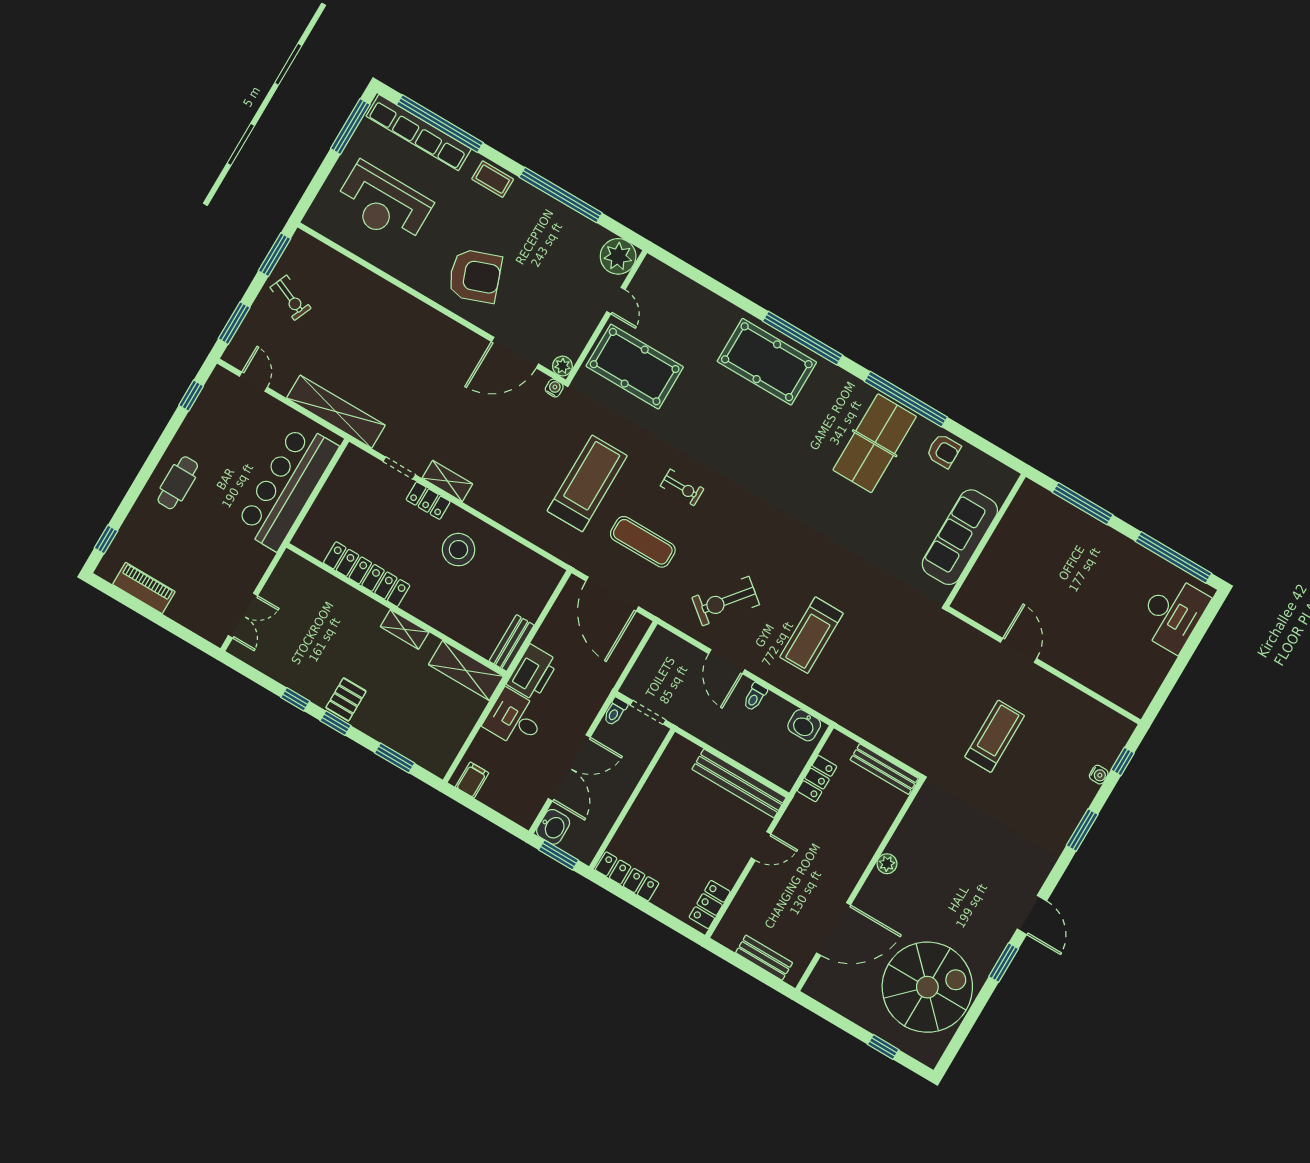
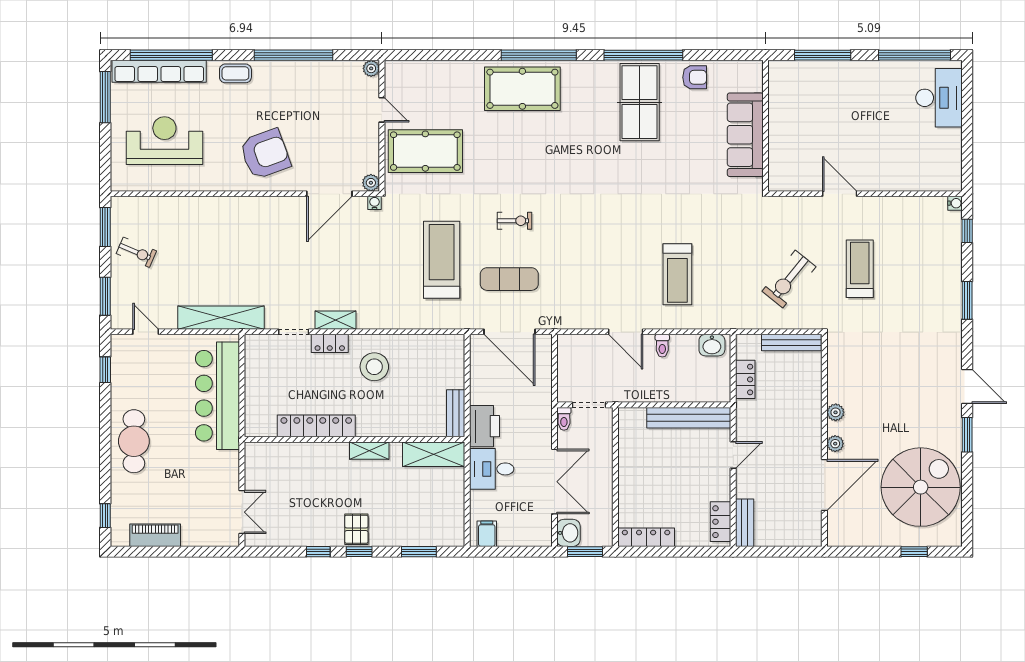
reception desk: (383, 204) -> (164, 141), turned 180
plant: (618, 256) -> (371, 68), width x0.53, depth x0.53
cafe table: (178, 483) -> (134, 441), width x1.37, depth x1.35
exercise bike: (726, 601) -> (789, 279), moved
water cooler: (1099, 775) -> (955, 203), moved
plant: (868, 894) -> (835, 444), added
bench: (764, 958) -> (745, 523), moved, turned 90

